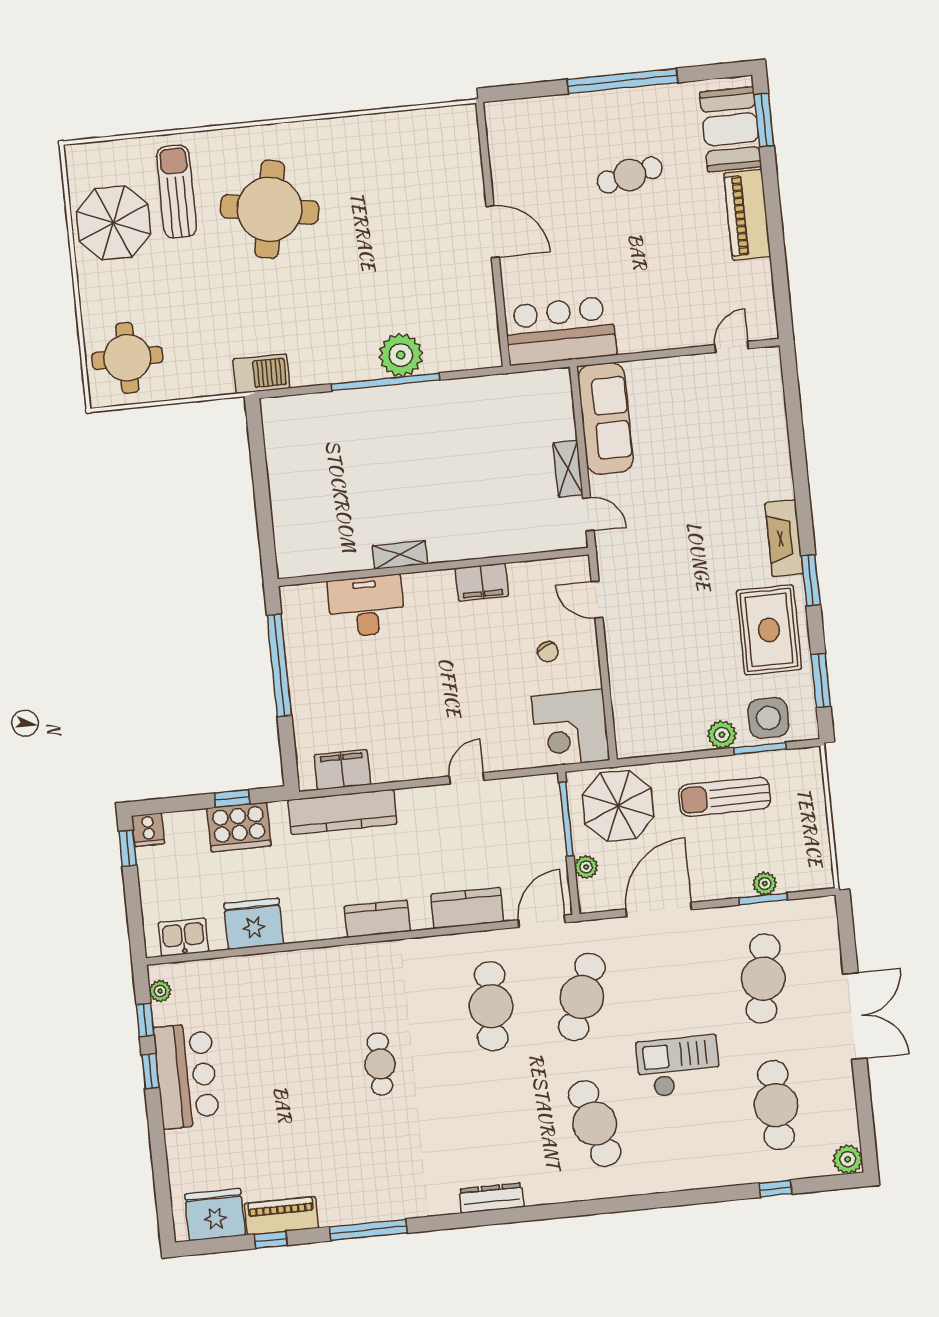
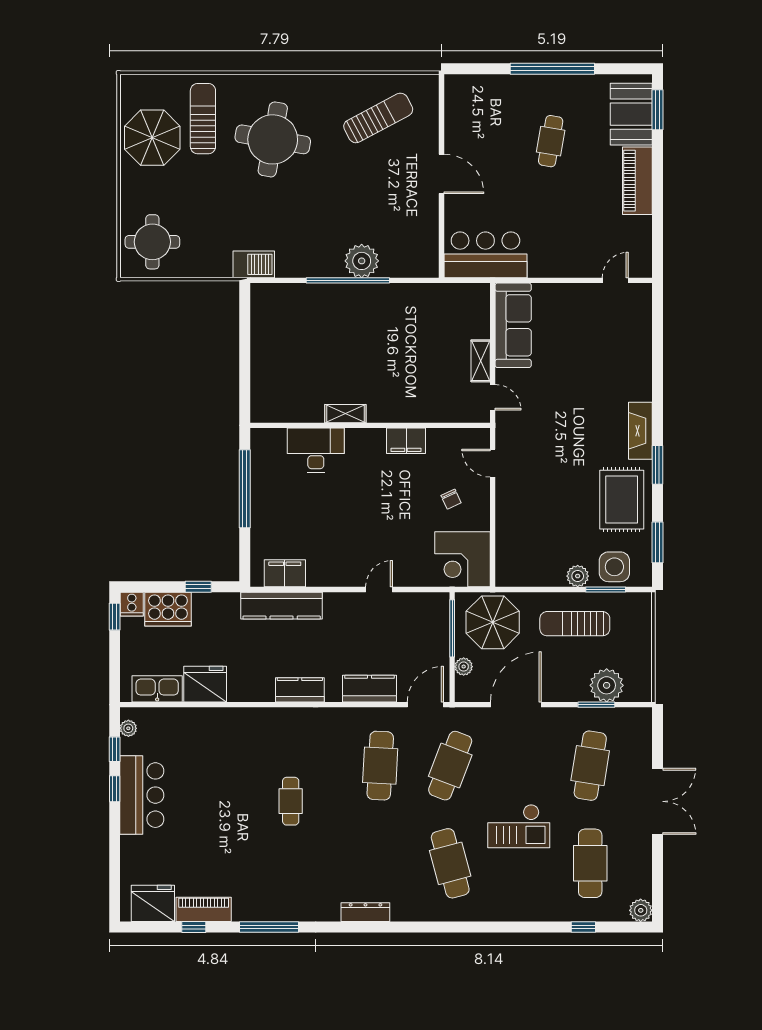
sun lounger: (403, 168) -> (378, 118), added
cafe table: (630, 175) -> (551, 141), turned -68
cooker: (239, 827) -> (168, 609), moved
plant: (765, 884) -> (607, 685), width x1.87, depth x1.87
kitchen sink: (183, 937) -> (157, 689), width x1.38
checkout: (679, 1066) -> (519, 826), turned 180

